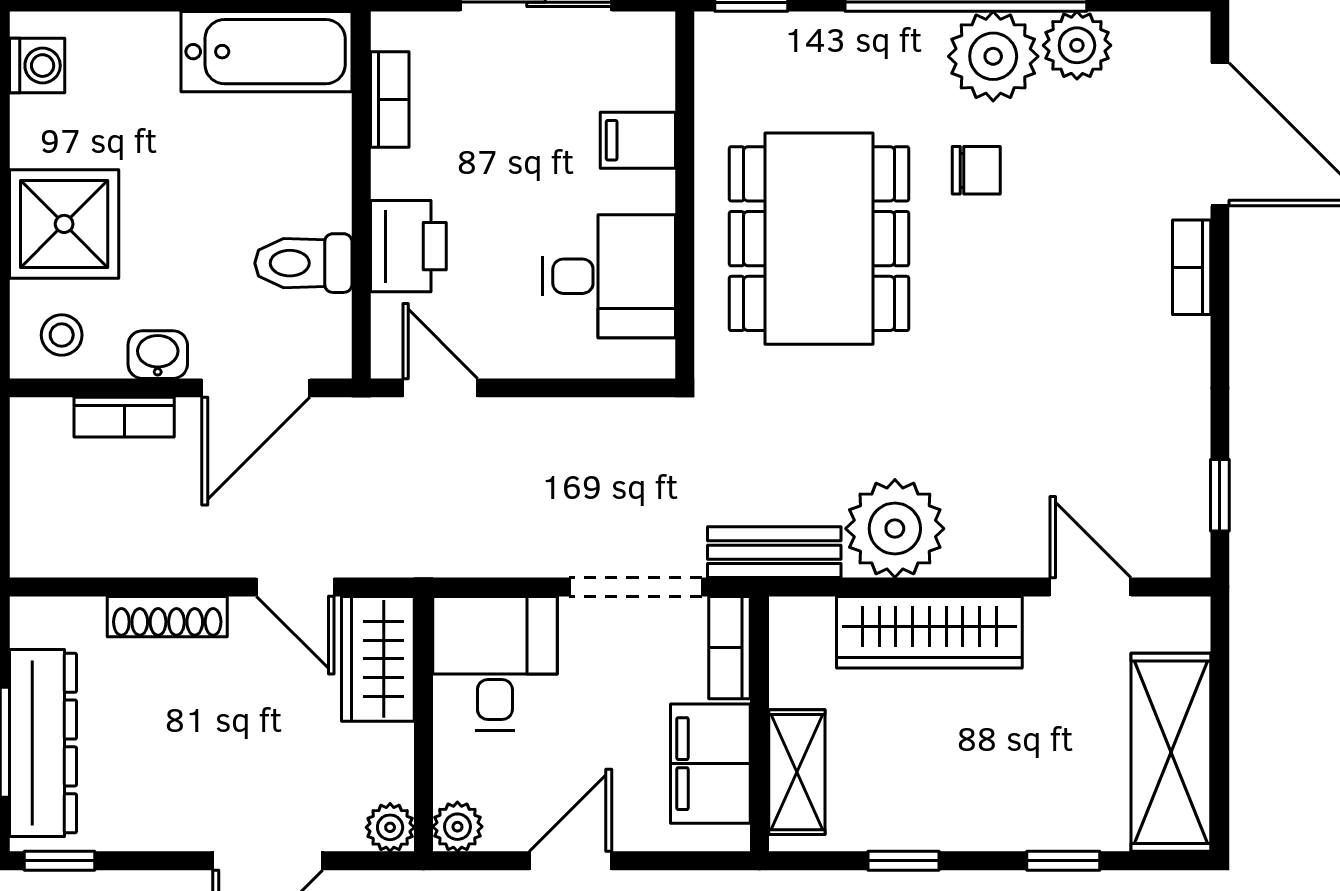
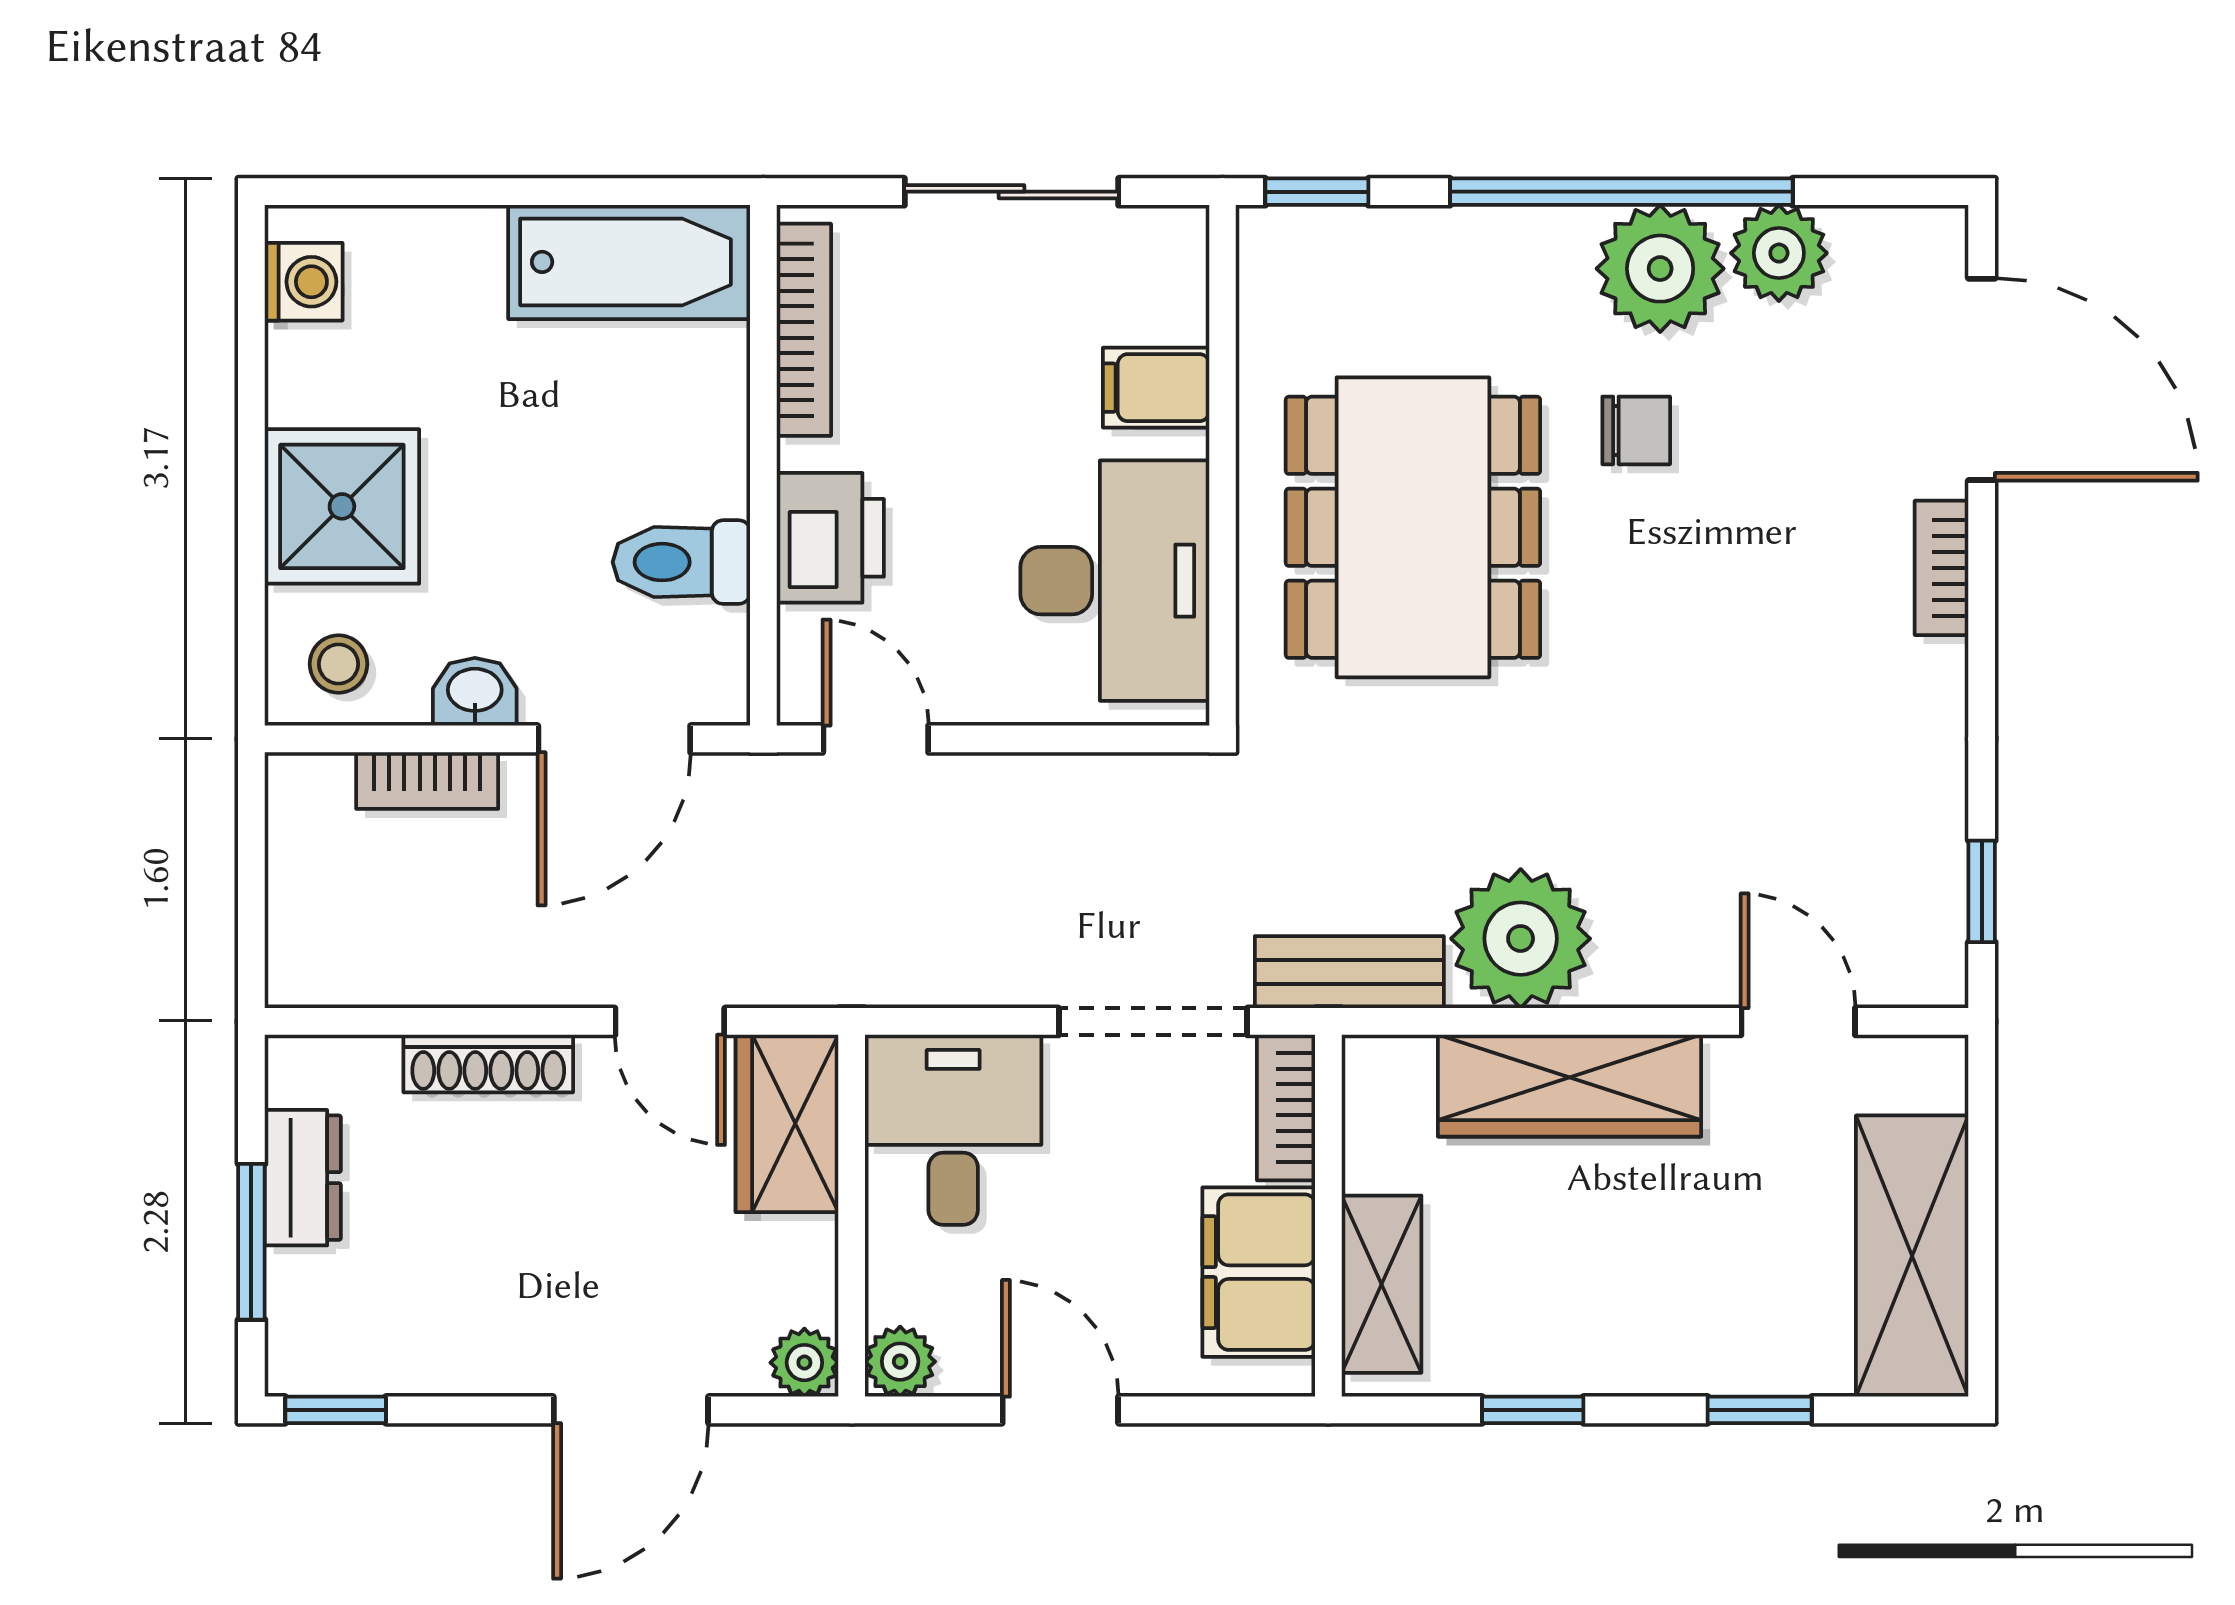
bookcase: (390, 99) -> (804, 330), width x1.56
desk: (609, 276) -> (1115, 581), width x1.37
dresser: (43, 743) -> (303, 1178), width x0.51, depth x0.80
door: (570, 861) -> (1060, 1410), hinge flipped

